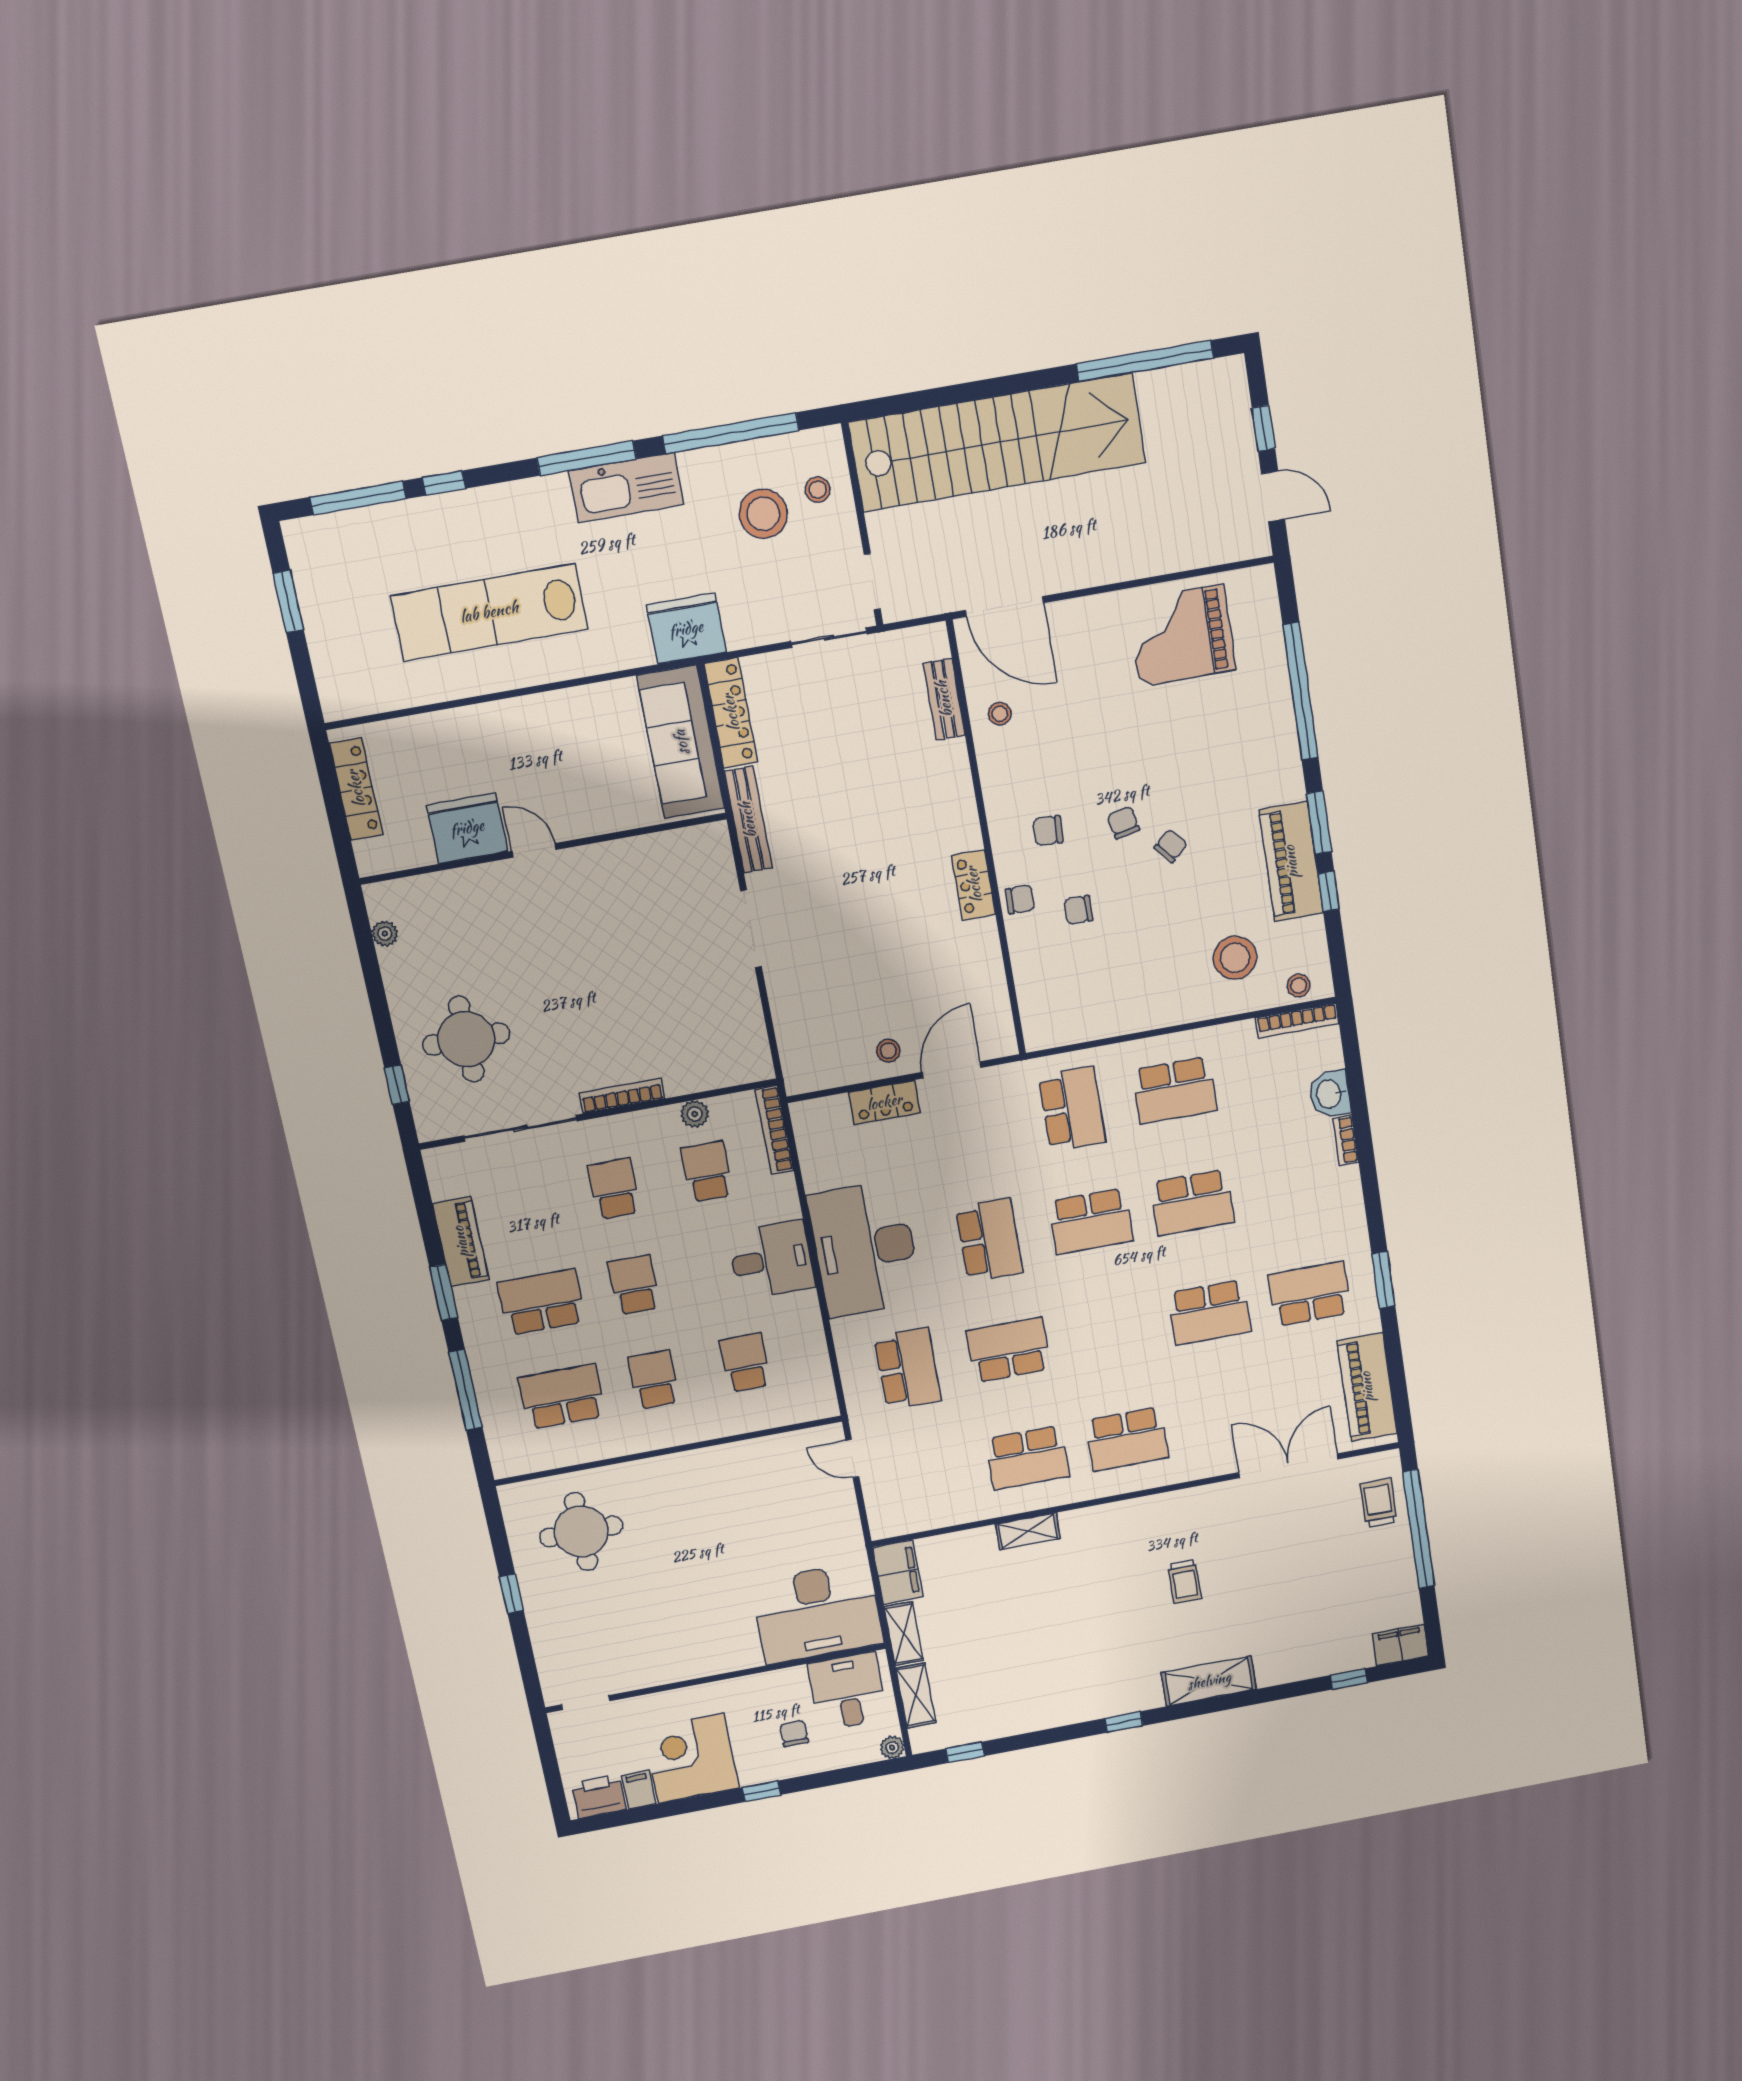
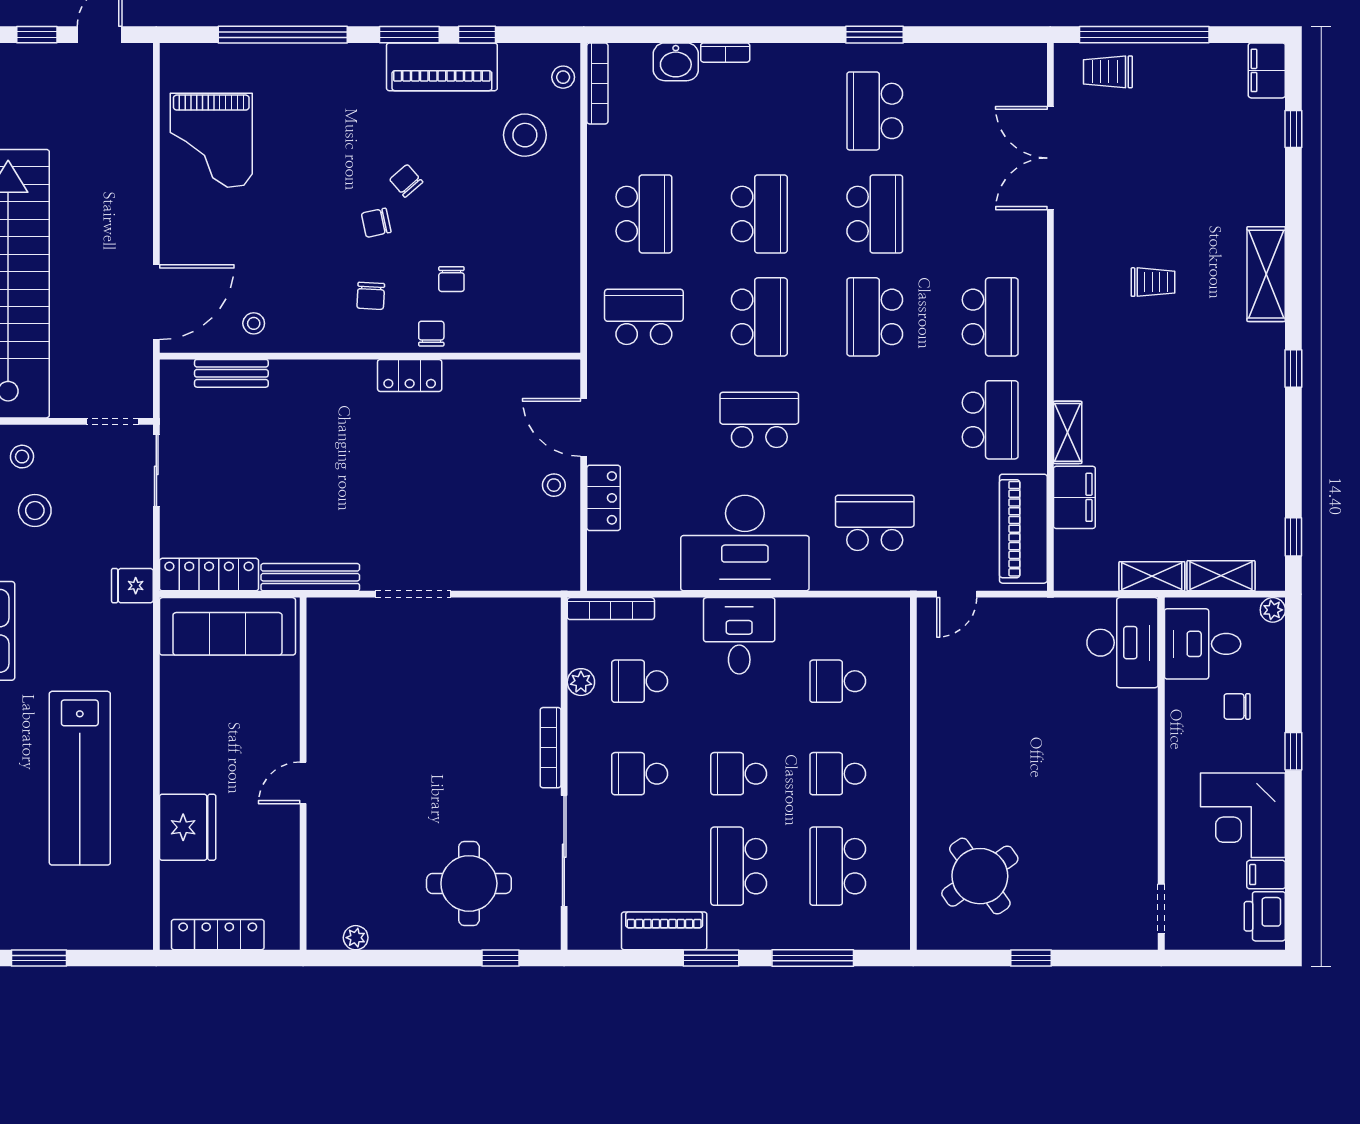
stool: (763, 514) -> (35, 510), width x0.73, depth x0.73
fridge: (686, 629) -> (132, 586), width x0.53, depth x0.75
fridge: (467, 828) -> (188, 827), moved, turned 180
school desk: (1009, 1350) -> (875, 317), moved
piano: (1367, 1387) -> (1023, 529), moved, turned 90
round table: (581, 1532) -> (980, 876), turned -35
filing cabinet: (898, 1572) -> (1074, 497), moved, turned 90
desk: (817, 1613) -> (1123, 643), width x0.73, depth x0.77

